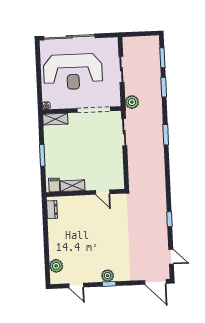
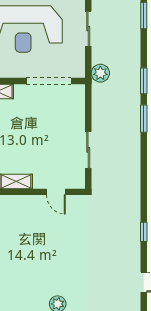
window: (164, 87) -> (144, 81), moved
sliding door: (124, 132) -> (88, 150), moved

